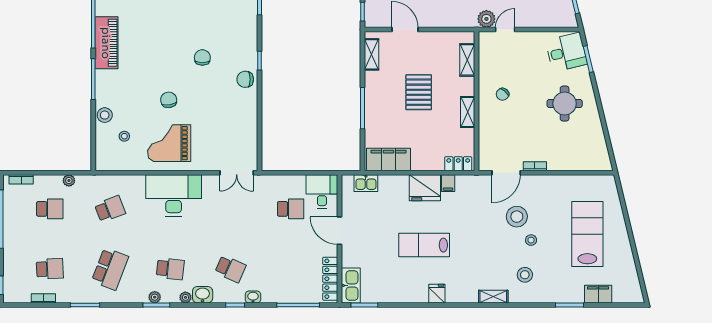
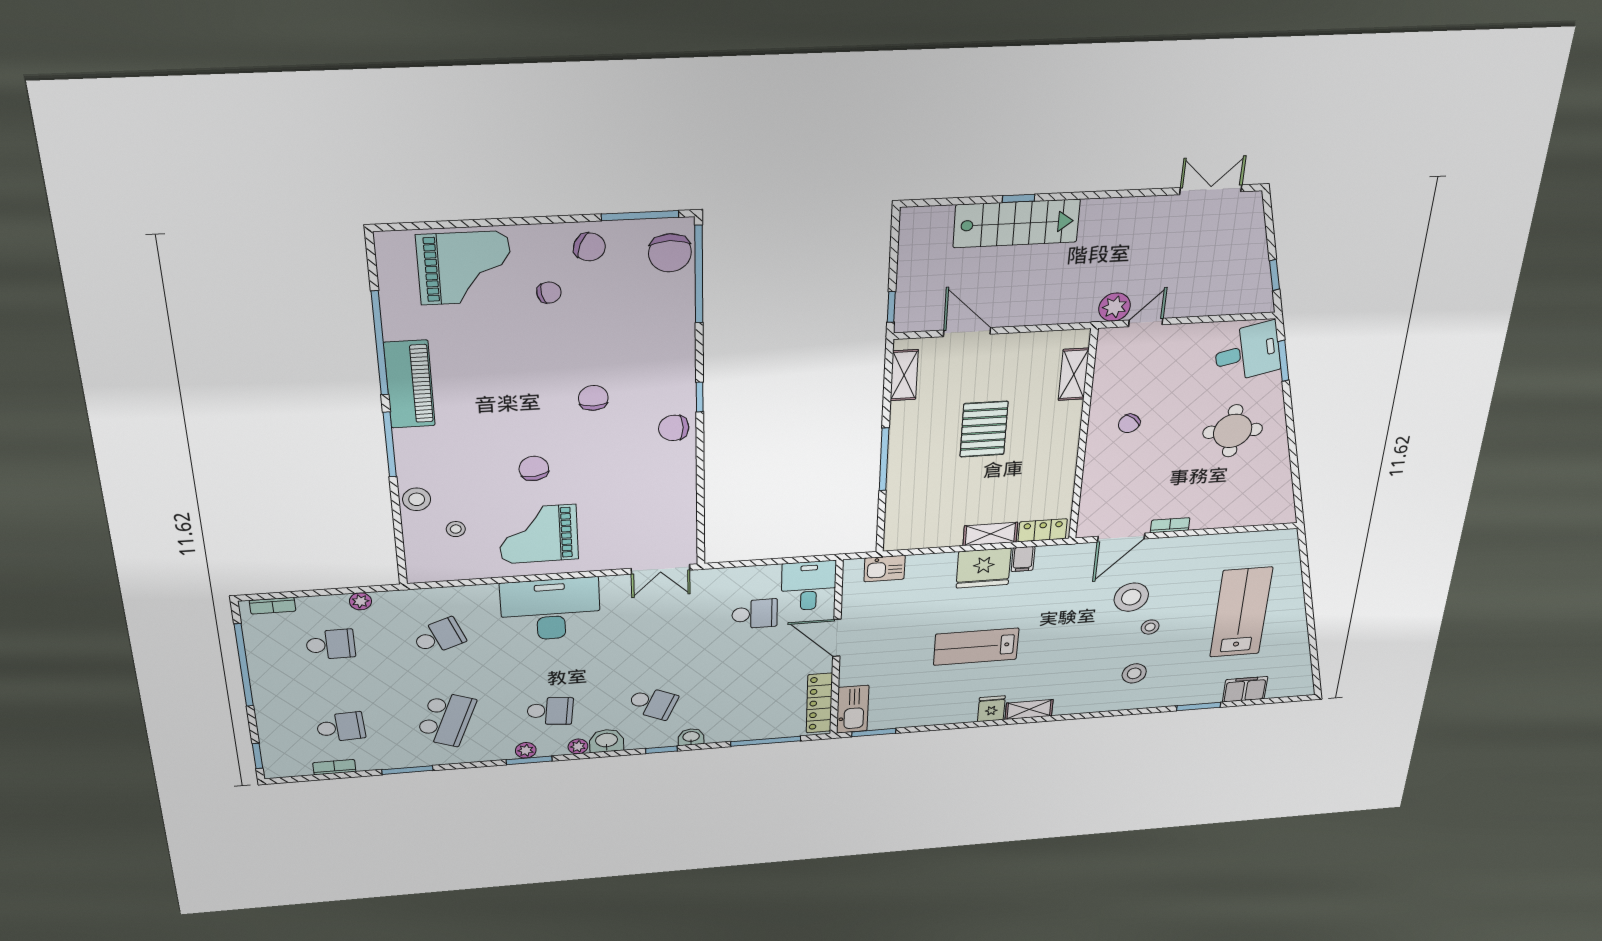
shelving: (468, 112) -> (990, 534), moved, turned 90
filing cabinet: (389, 160) -> (925, 532), removed
shelving: (493, 297) -> (1029, 709), moved

